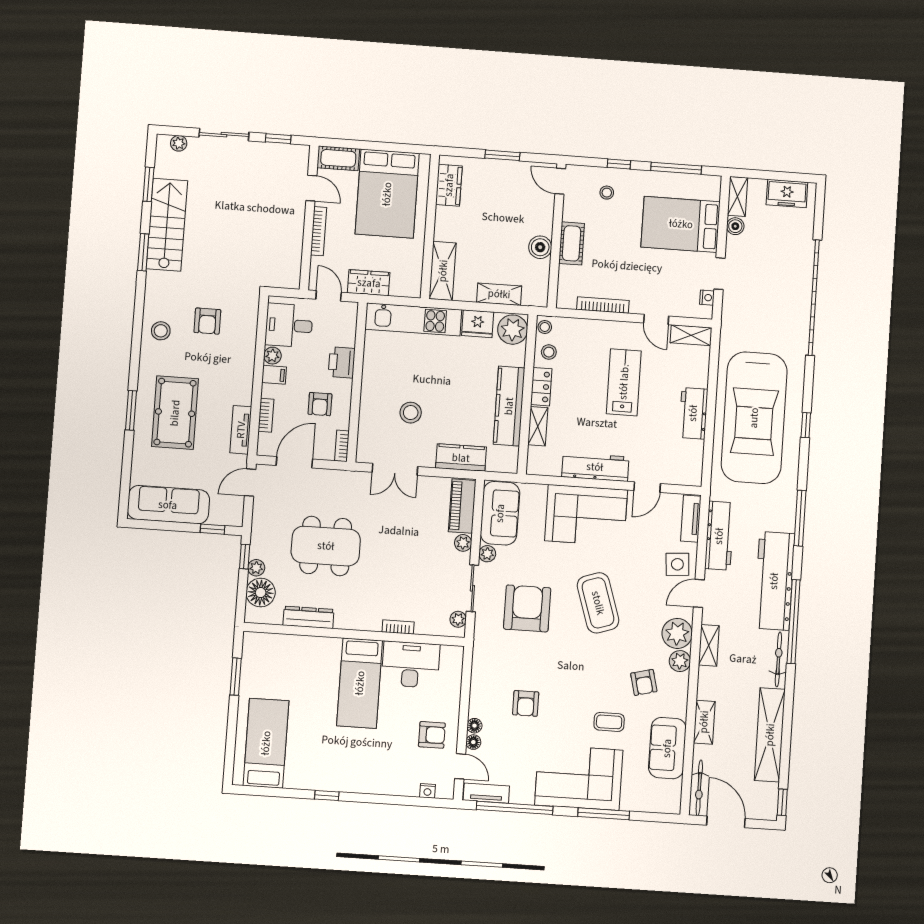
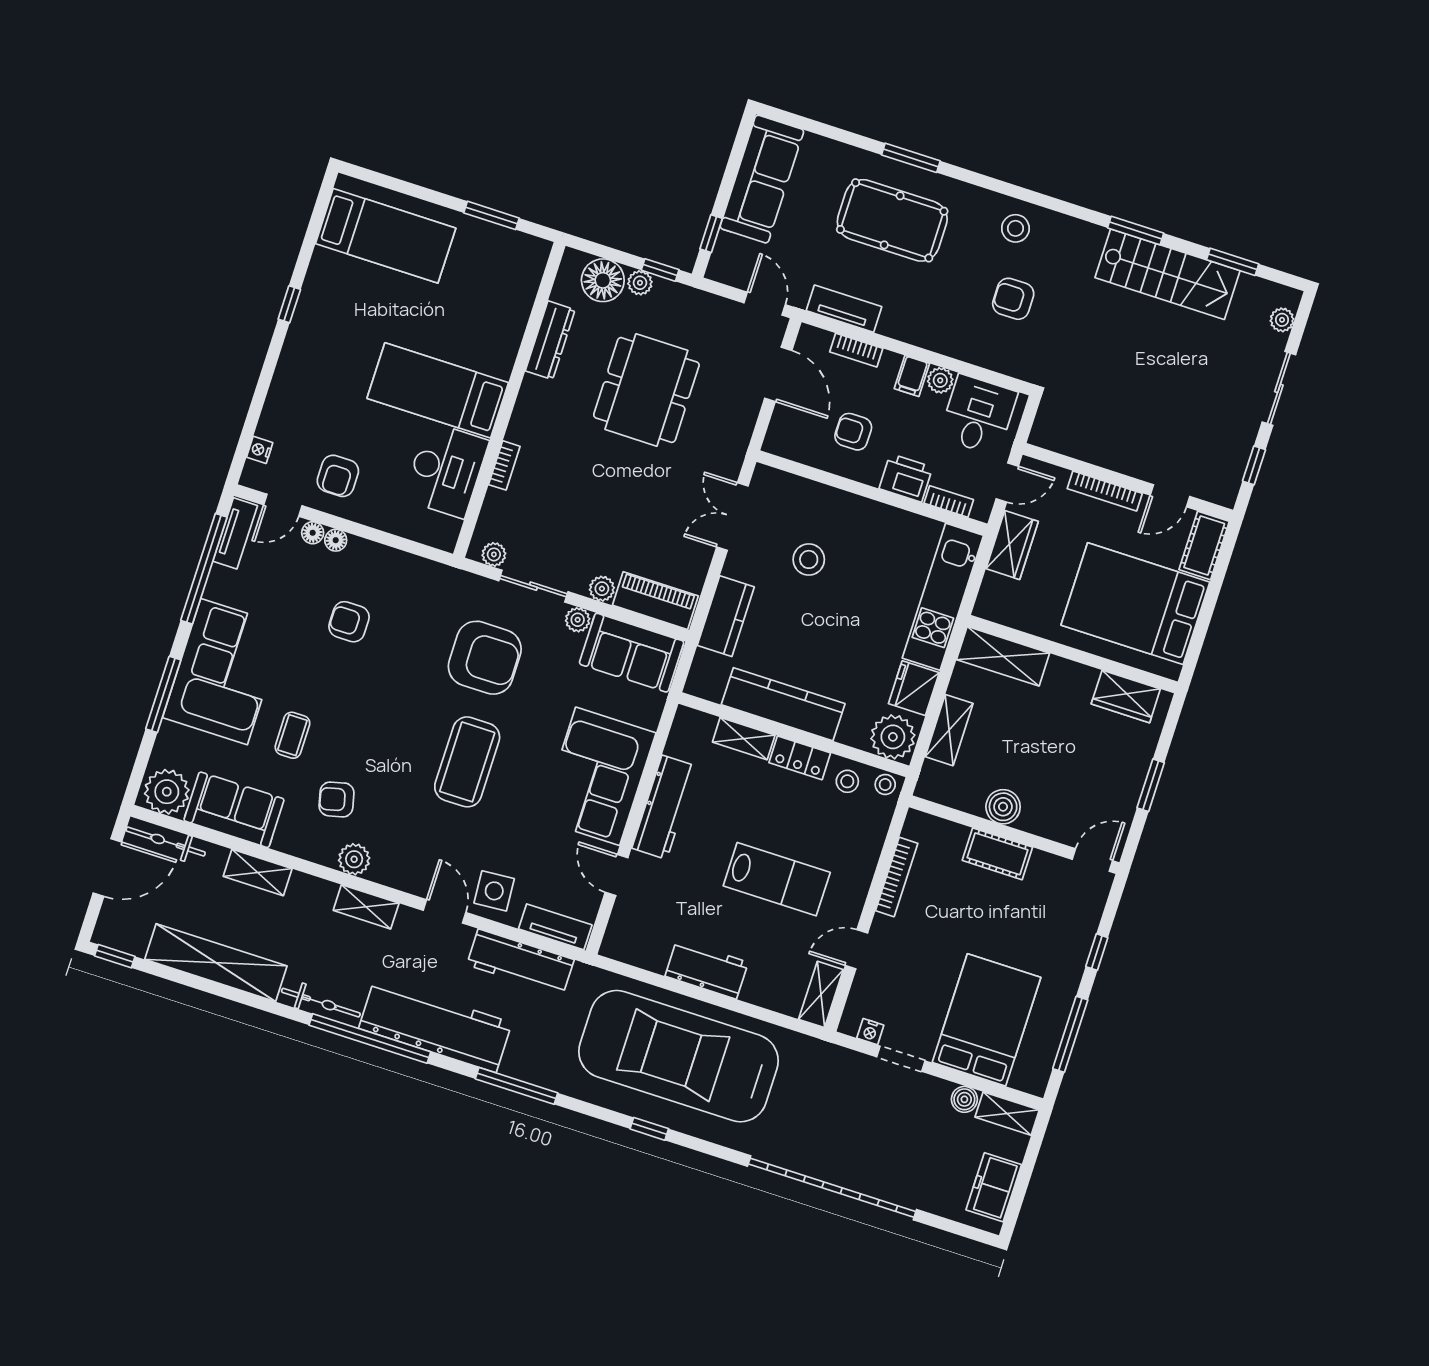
stool: (607, 193) -> (1059, 924), removed
bookcase: (342, 446) -> (949, 501), moved
coffee table: (598, 603) -> (467, 762), turned -72
plant: (677, 633) -> (167, 792), moved

